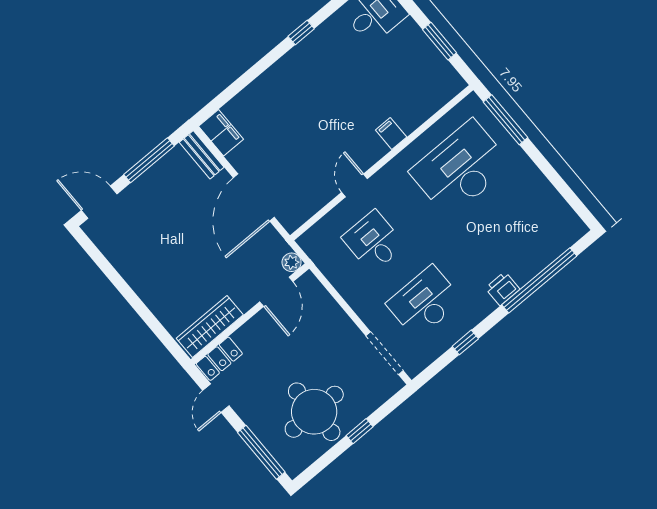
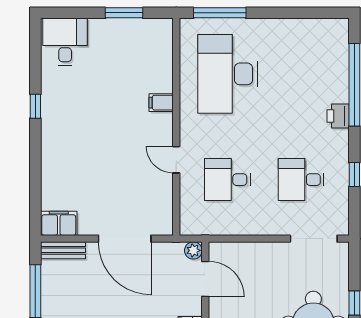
desk: (424, 302) -> (301, 180), width x0.73

